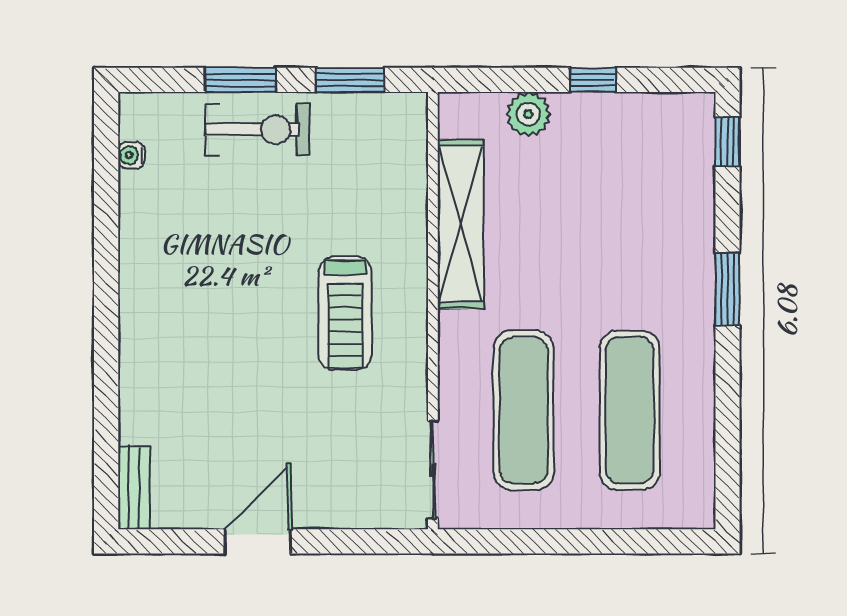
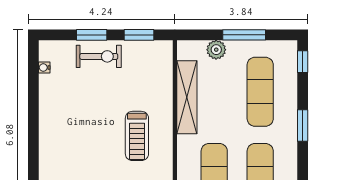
window: (593, 80) -> (244, 35), width x2.17
exercise mat: (630, 211) -> (260, 92), added

